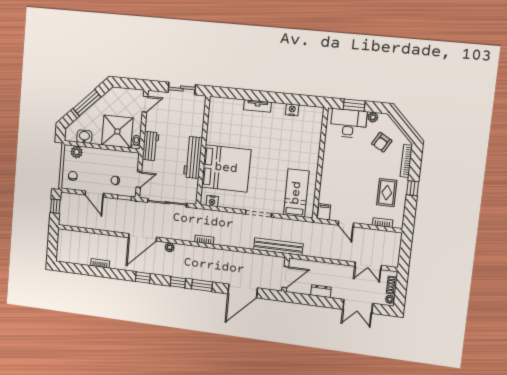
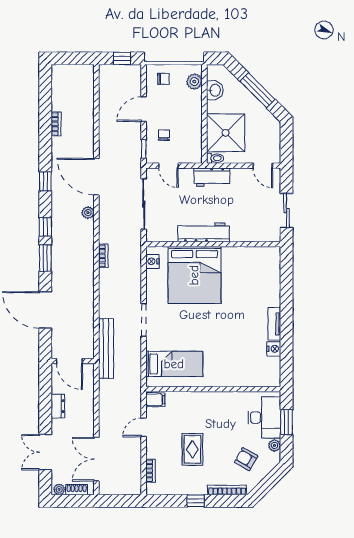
tv unit: (257, 106) -> (274, 324), moved
rug: (387, 193) -> (192, 449), moved, turned 90
double door: (368, 266) -> (96, 459), width x1.37

